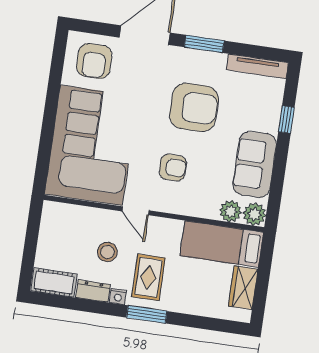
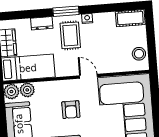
armchair: (173, 167) -> (71, 110), turned -90
stool: (107, 252) -> (139, 54), moved
dresser: (93, 291) -> (42, 23), moved

